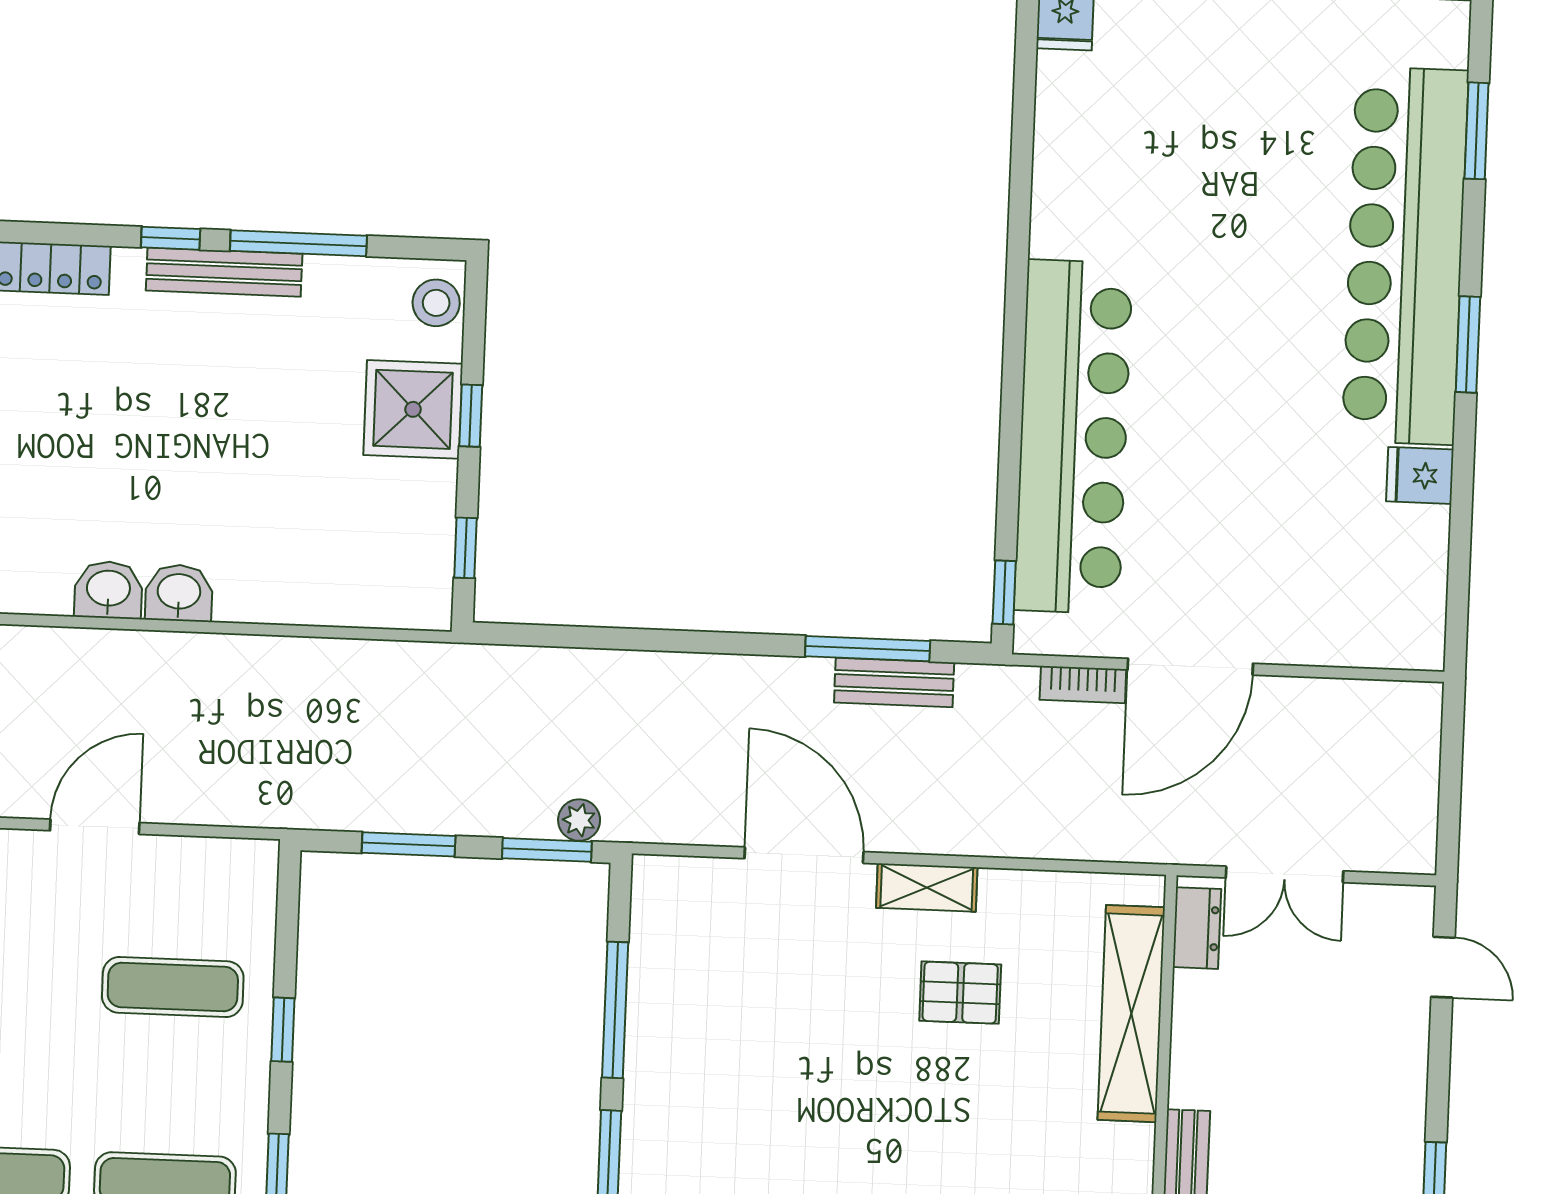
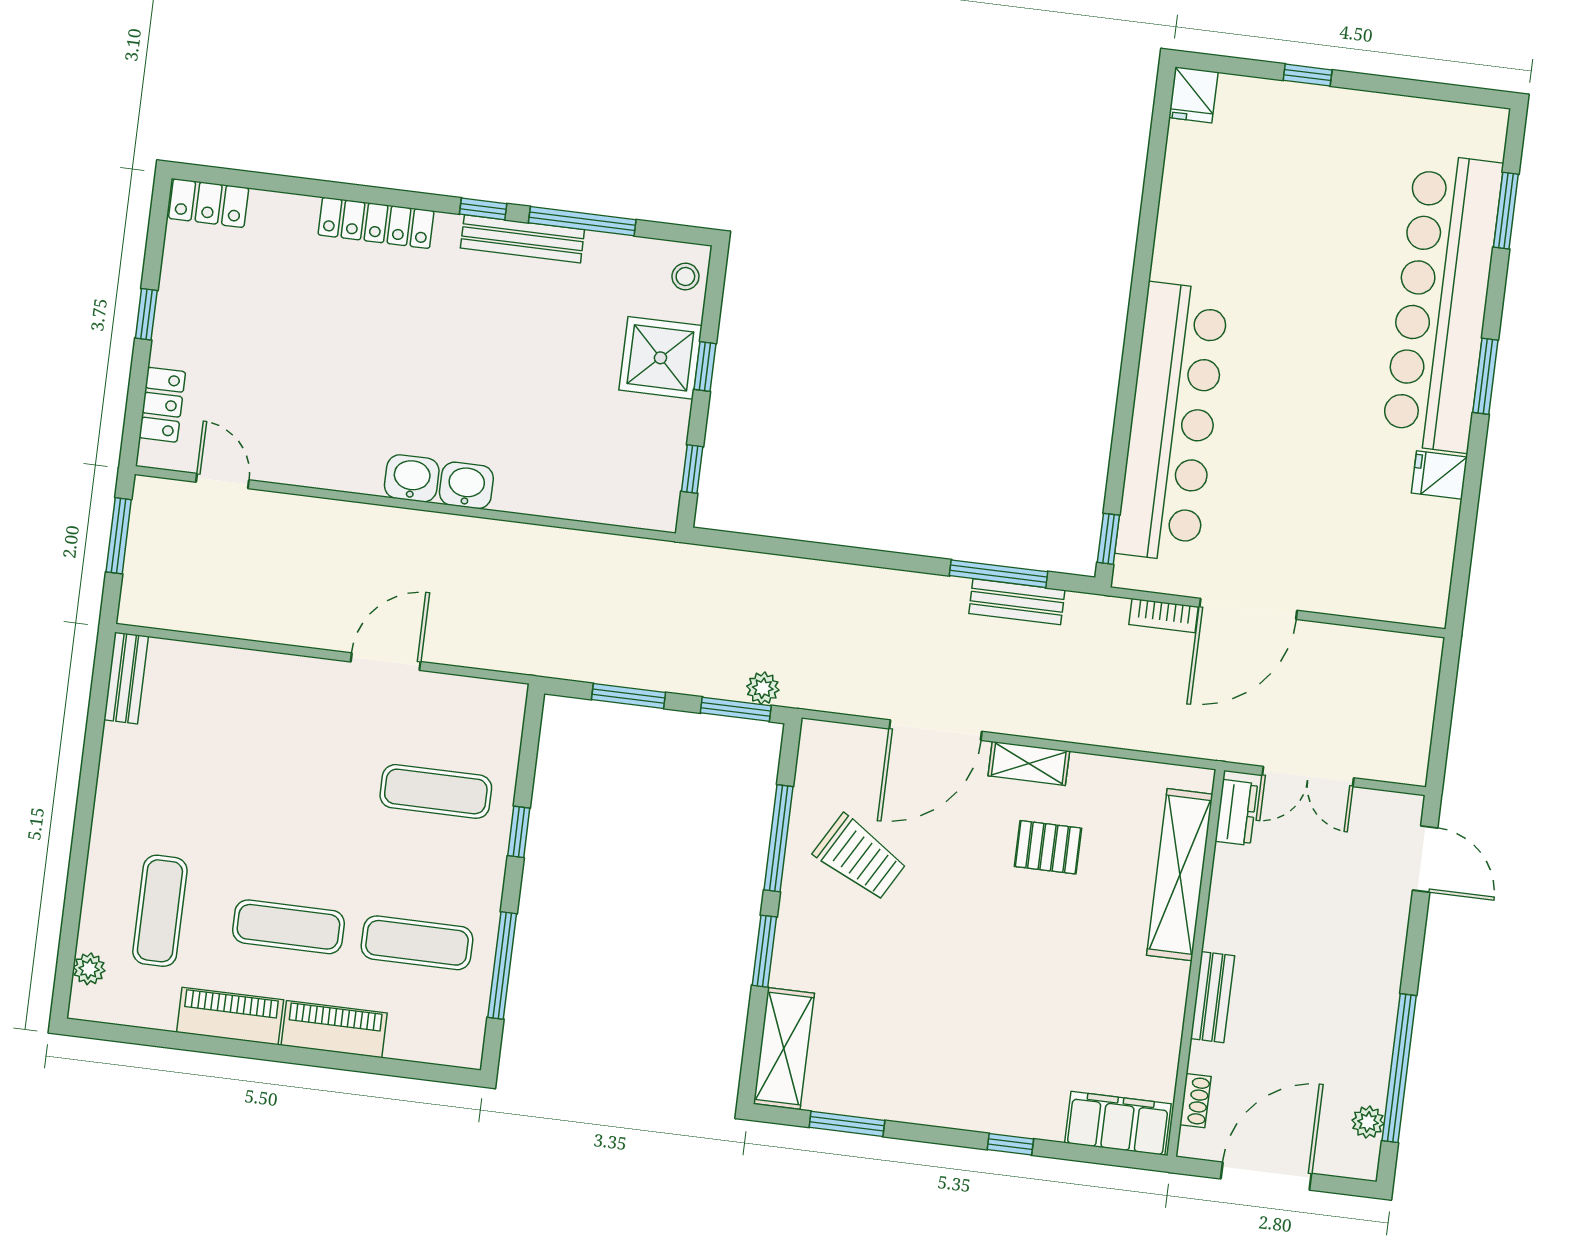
stool: (436, 303) -> (685, 277), width x0.73, depth x0.73
door: (804, 855) -> (935, 730), swing flipped
door: (1443, 967) -> (1425, 859), width x1.38
trolley: (721, 1026) -> (860, 857), added

